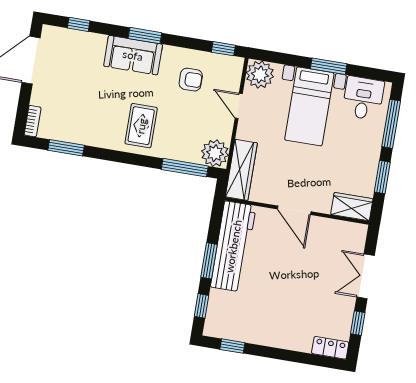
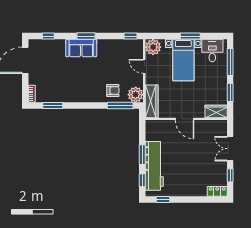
armchair: (191, 80) -> (113, 91), moved
rug: (141, 126) -> (92, 86), removed
workbench: (233, 246) -> (154, 166), moved

